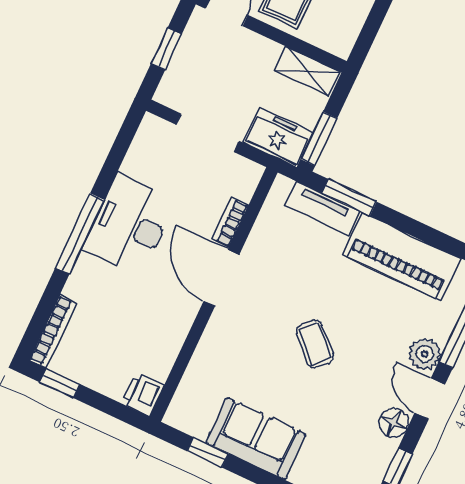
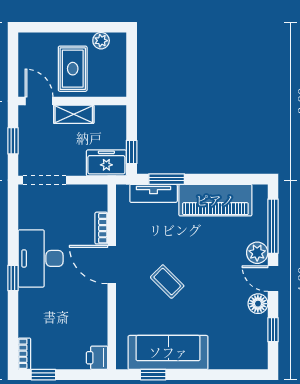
shelving: (307, 71) -> (74, 114), moved
doorway: (208, 133) -> (44, 180), moved
window: (319, 139) -> (132, 152), width x0.67
window: (80, 234) -> (13, 278), width x0.46
bookcase: (53, 331) -> (24, 354), width x0.64
coffee table: (315, 344) -> (167, 282), moved
sofa: (256, 439) -> (168, 352), width x1.36

